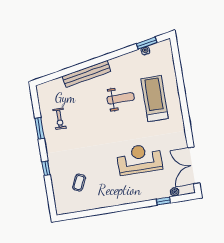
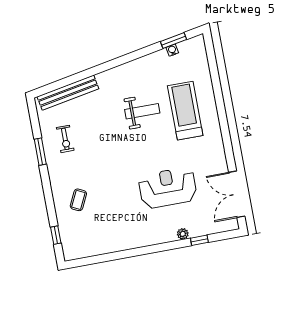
bench: (86, 74) -> (68, 93), moved
window: (46, 168) -> (56, 235), moved
coffee table: (79, 182) -> (78, 200), moved
plant: (175, 192) -> (183, 234), moved

